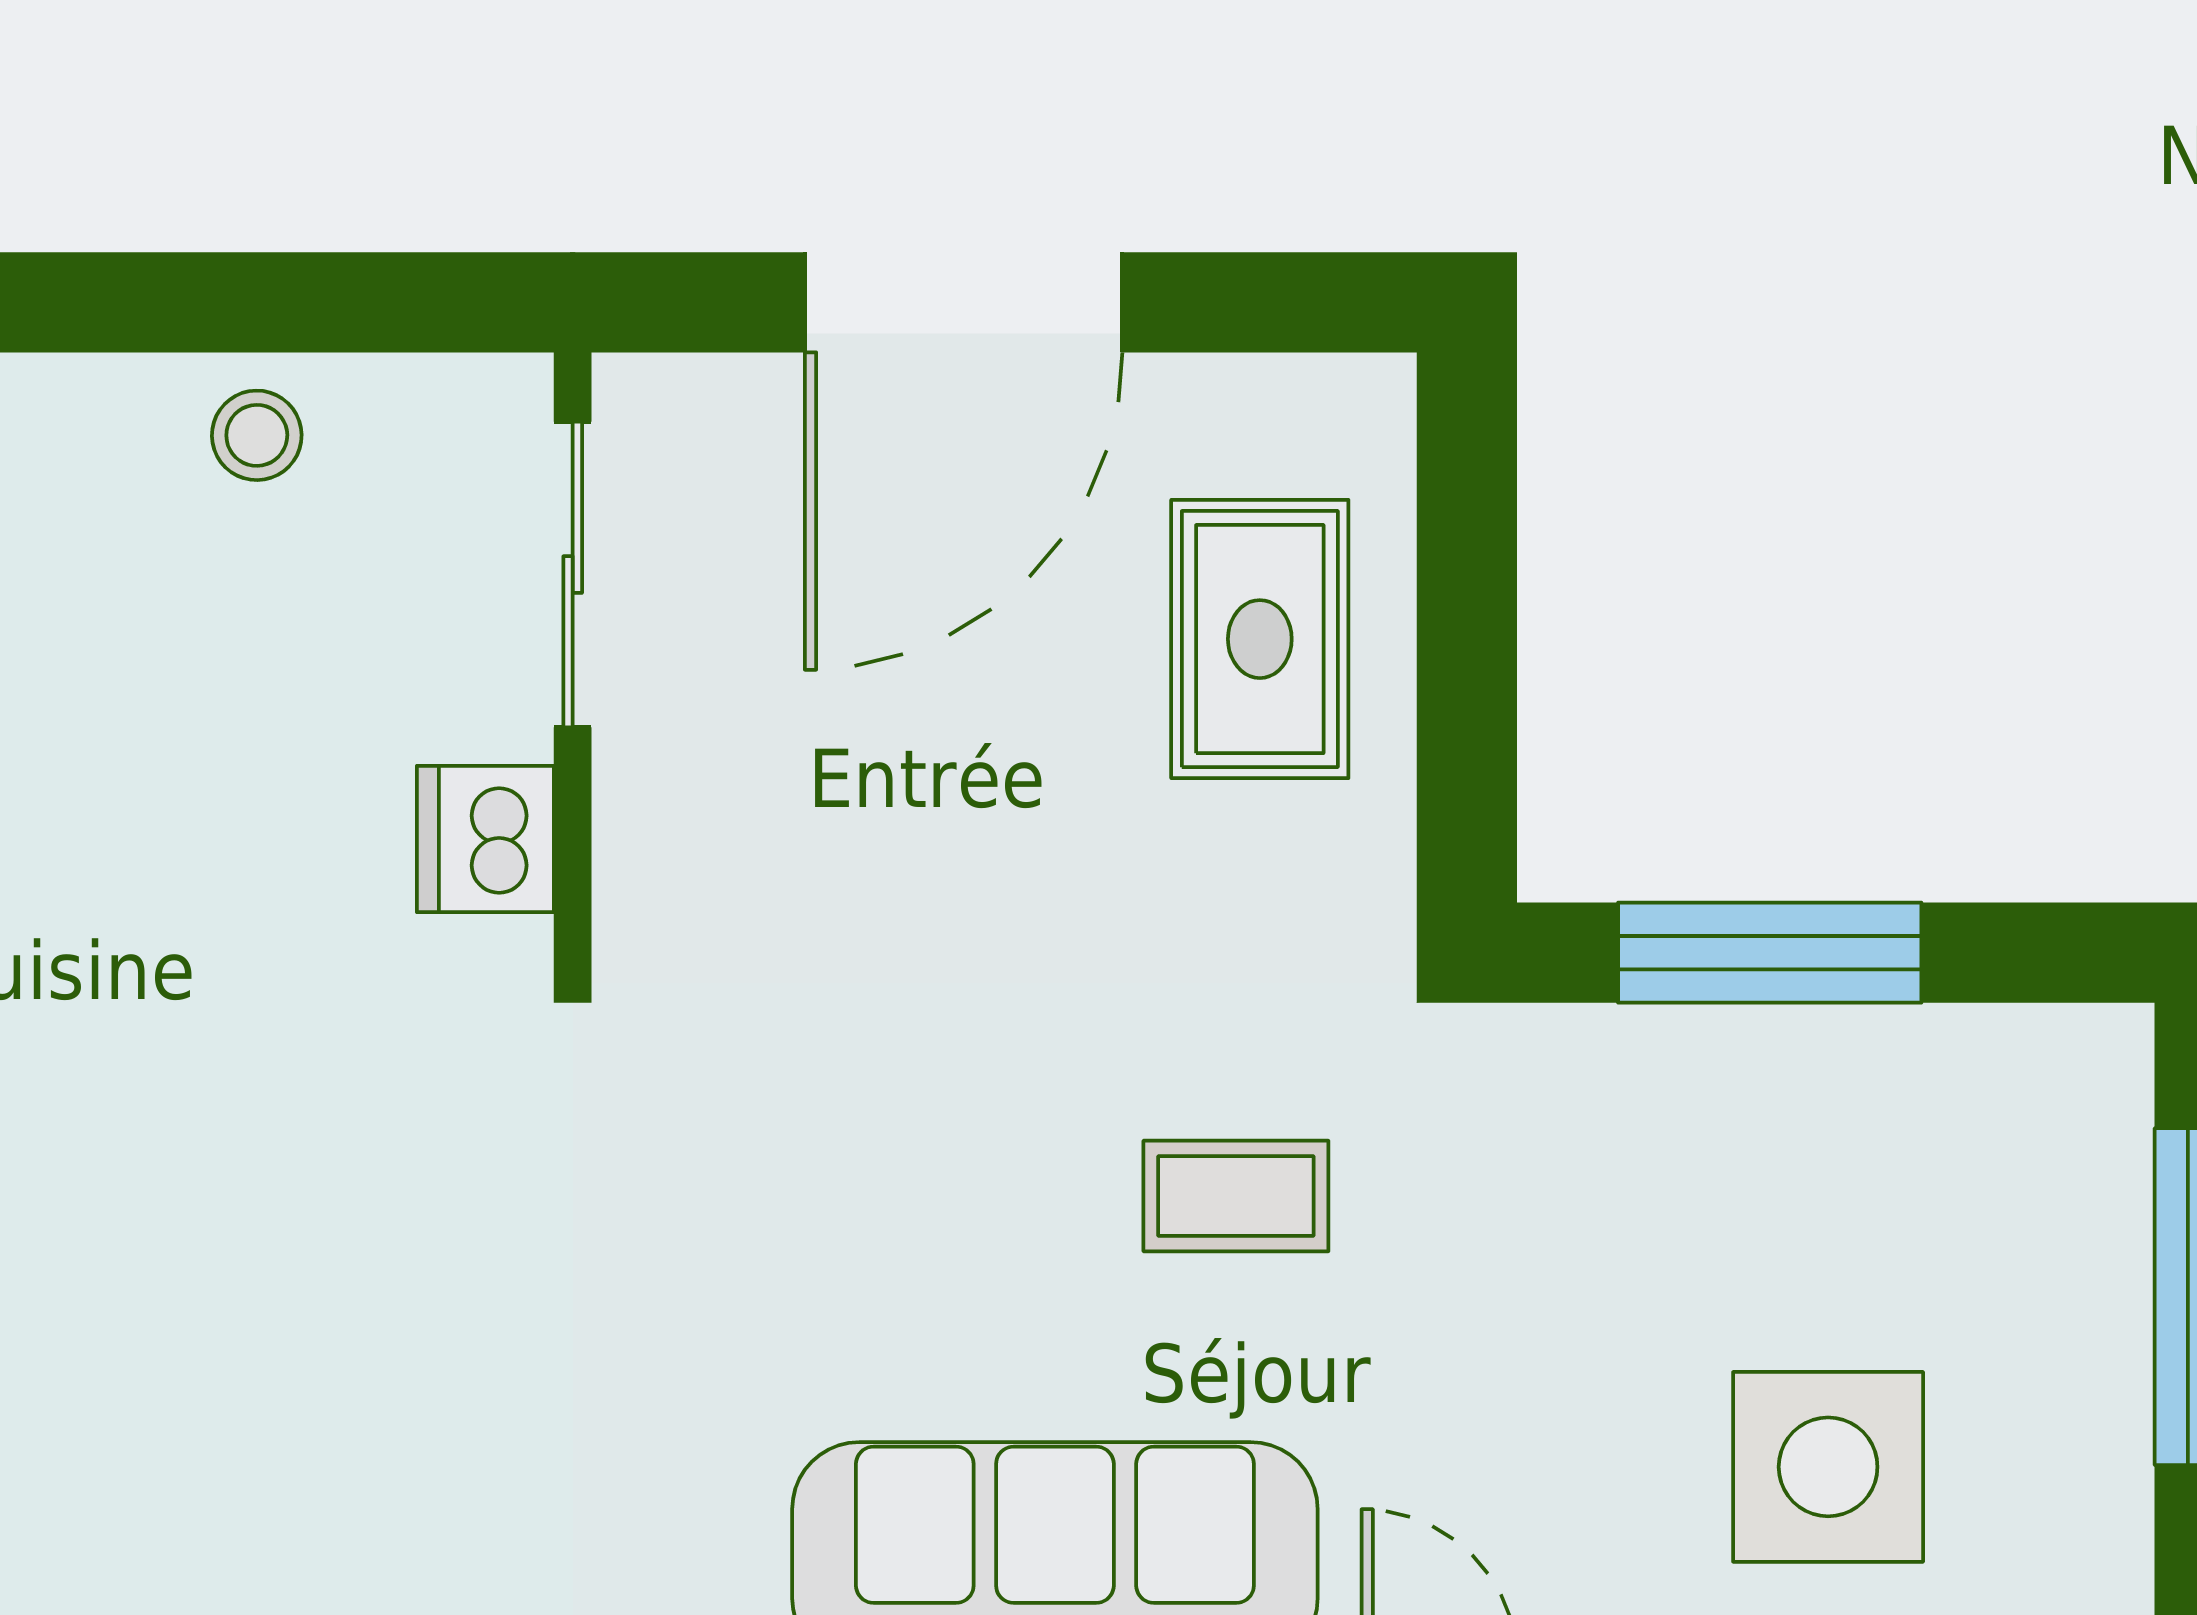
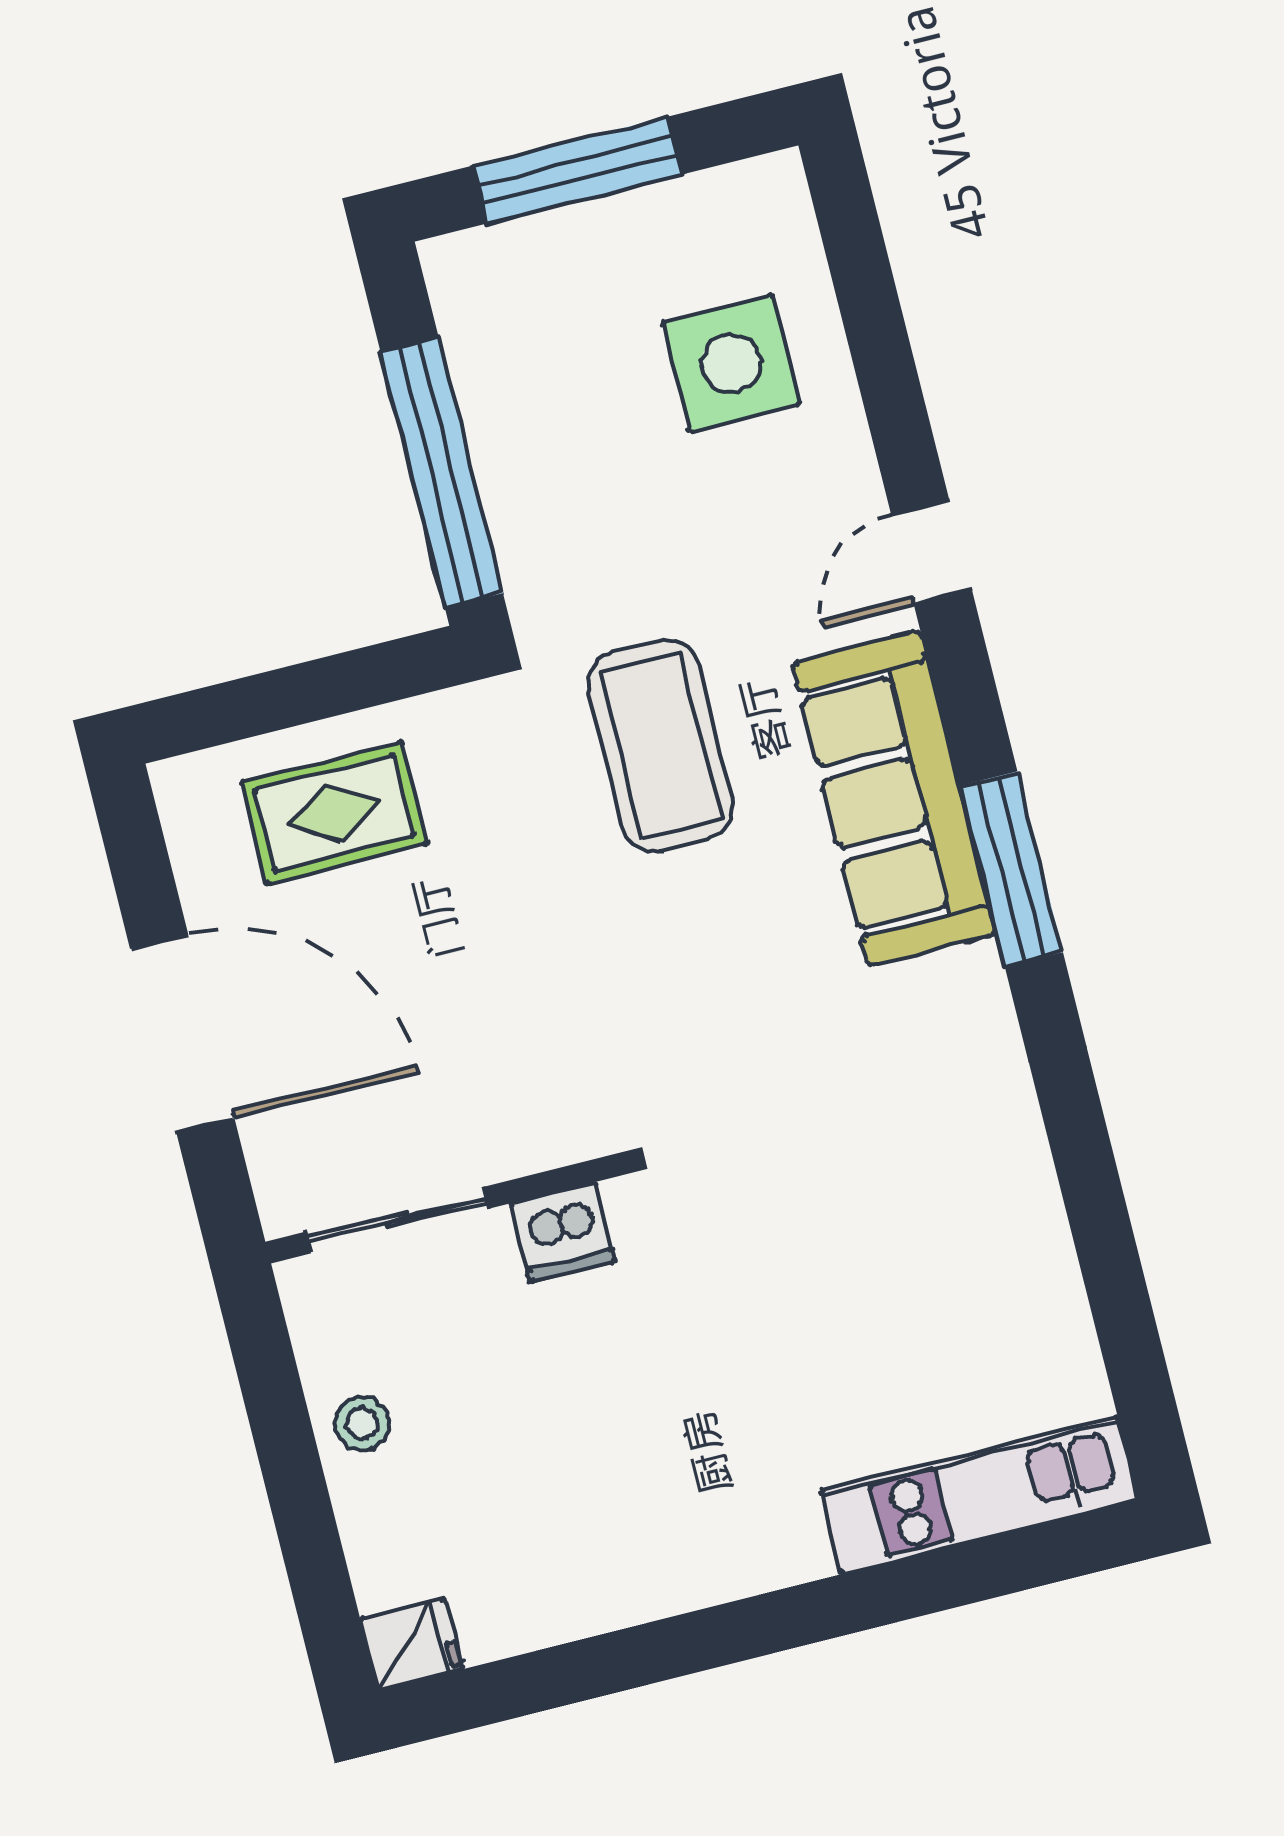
window: (1770, 953) -> (442, 472), width x1.46
coffee table: (1236, 1196) -> (660, 746), width x1.86, depth x1.72

